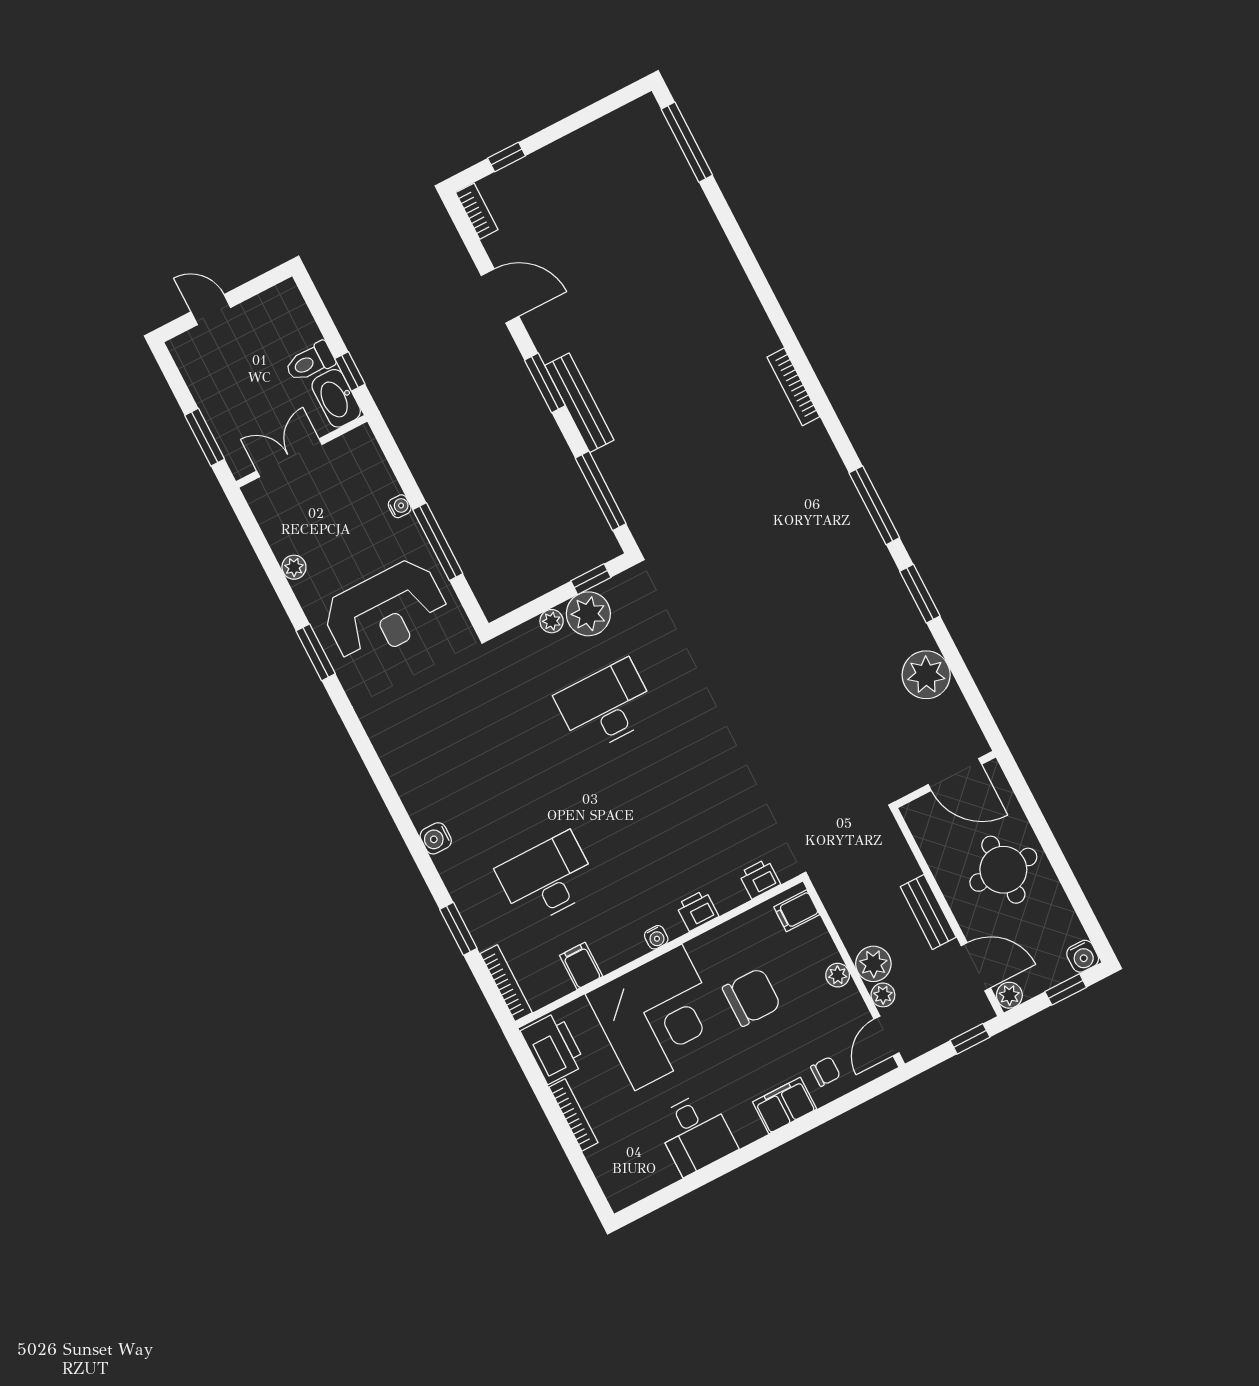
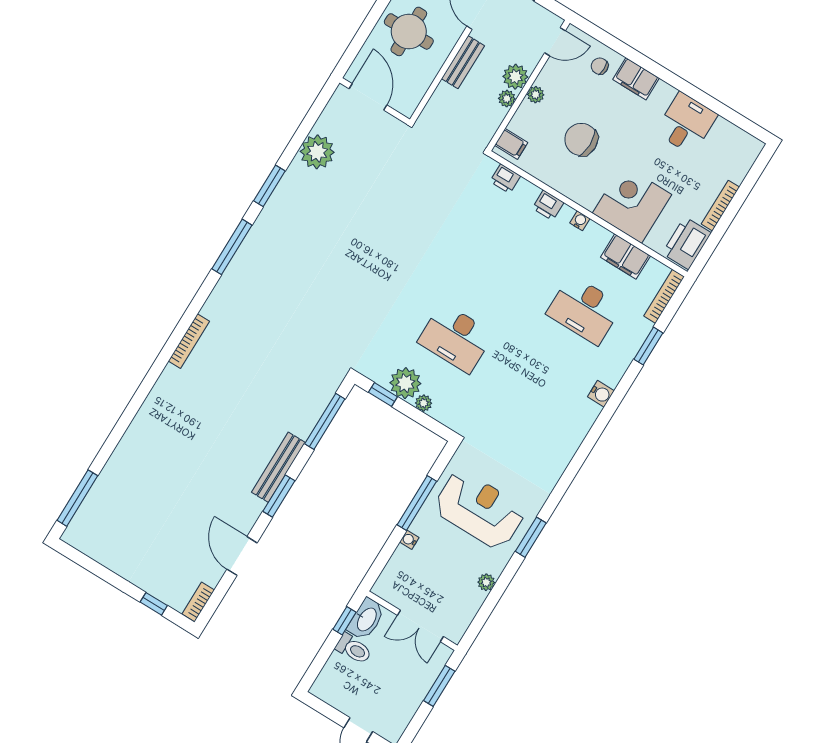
filing cabinet: (581, 966) -> (625, 256), width x2.00
plant: (883, 995) -> (507, 99), moved
corner desk: (658, 1017) -> (632, 204), width x0.74, depth x0.74

